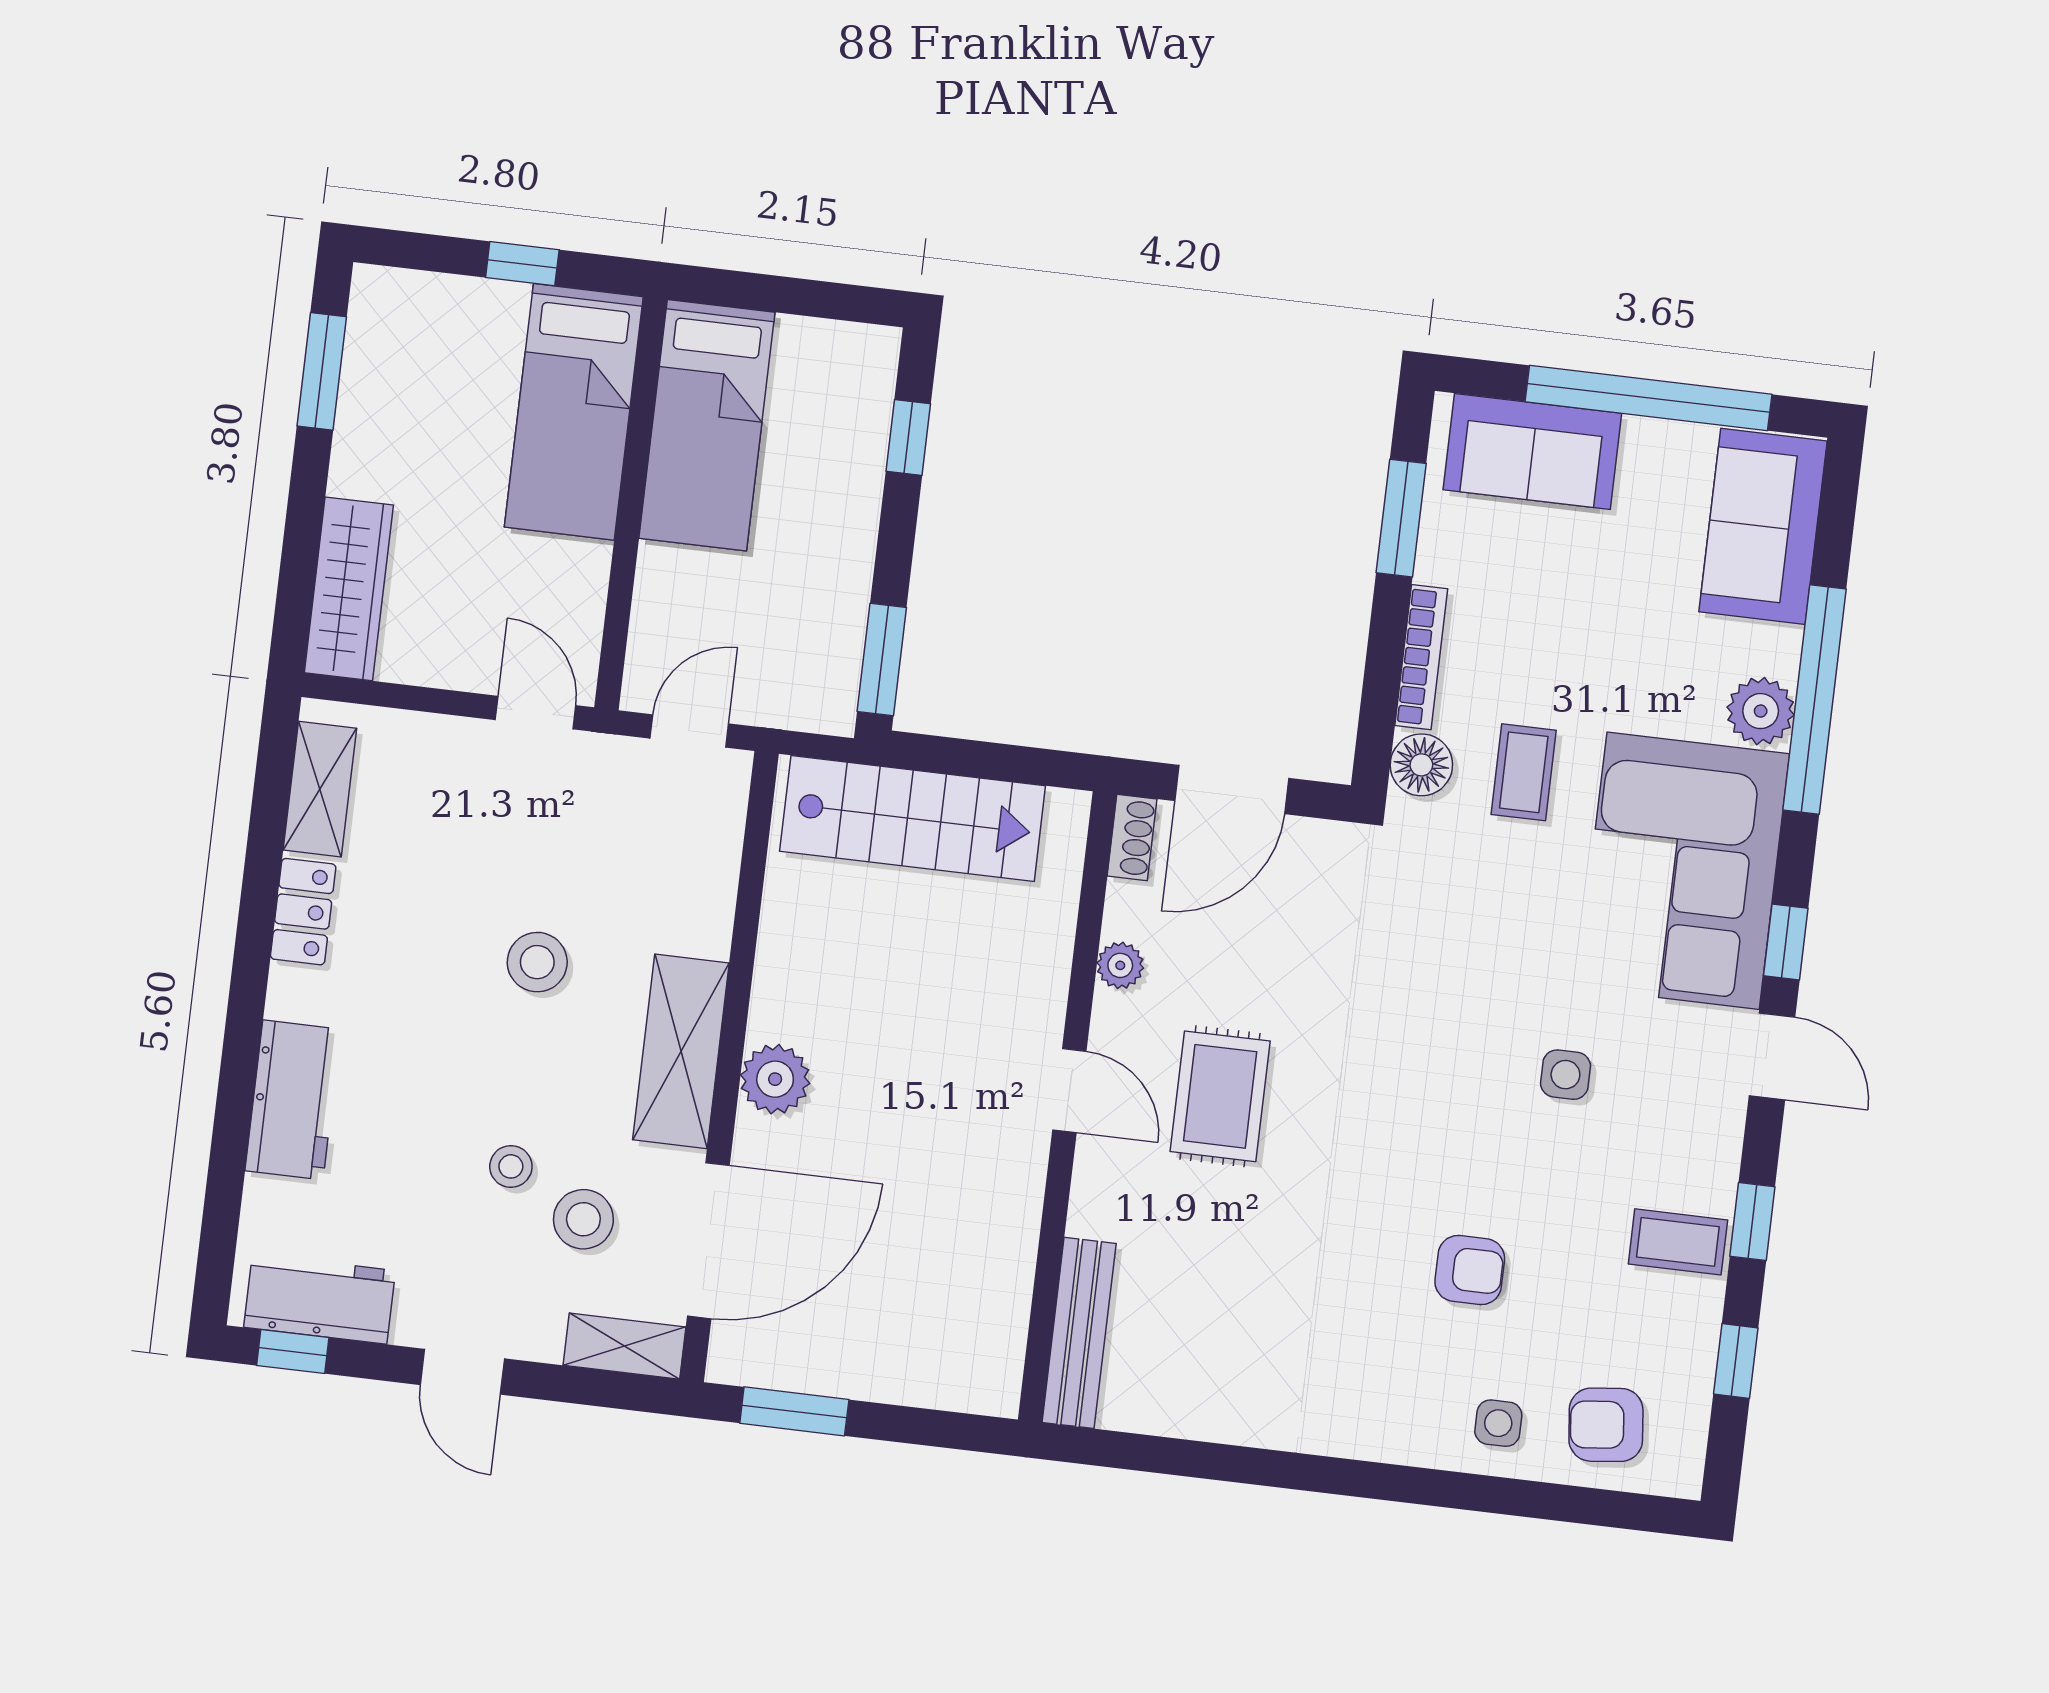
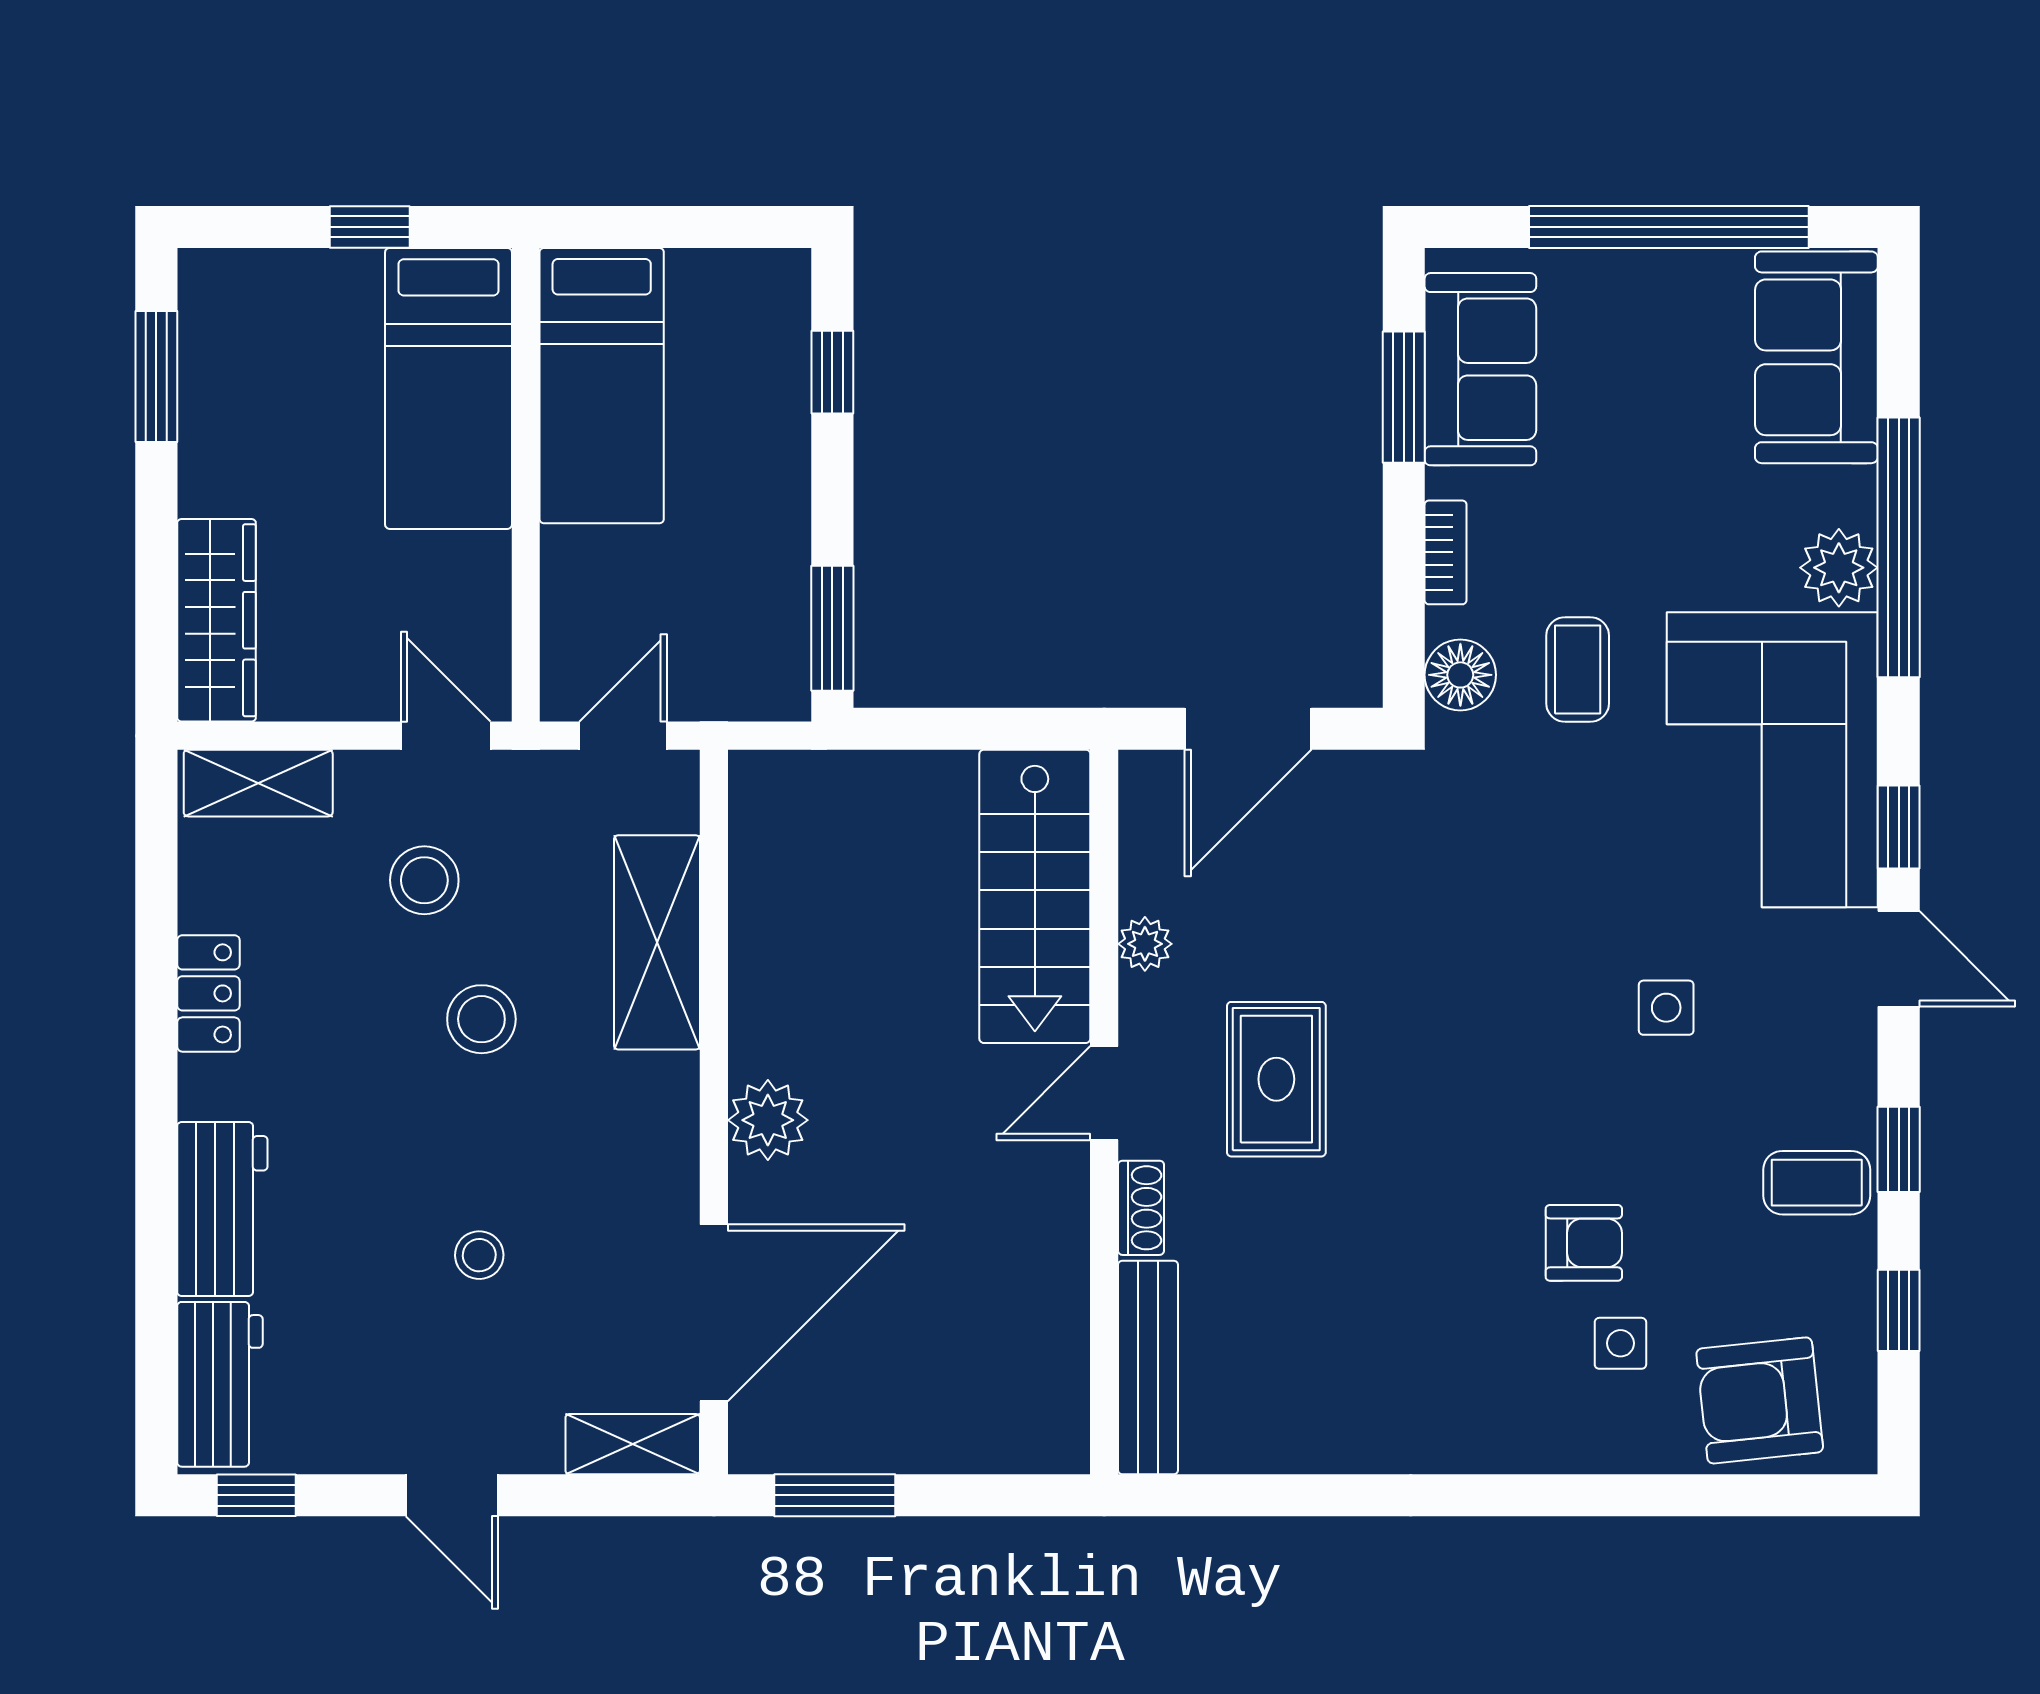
sofa: (1532, 452) -> (1480, 369), moved, turned -90
bookcase: (1421, 657) -> (1446, 552), width x0.64
shelving: (320, 789) -> (258, 783), moved, turned 90
stairs: (913, 819) -> (1035, 896), moved, turned 90
shoe rack: (1132, 838) -> (1141, 1208), moved
shelving: (681, 1051) -> (657, 942), moved
door: (1069, 1091) -> (1104, 1093), swing flipped
stool: (583, 1219) -> (424, 880), moved
workbench: (320, 1299) -> (220, 1384), moved, turned 90
side table: (1498, 1423) -> (1620, 1343), moved
armchair: (1606, 1425) -> (1760, 1400), width x1.38, depth x1.38

